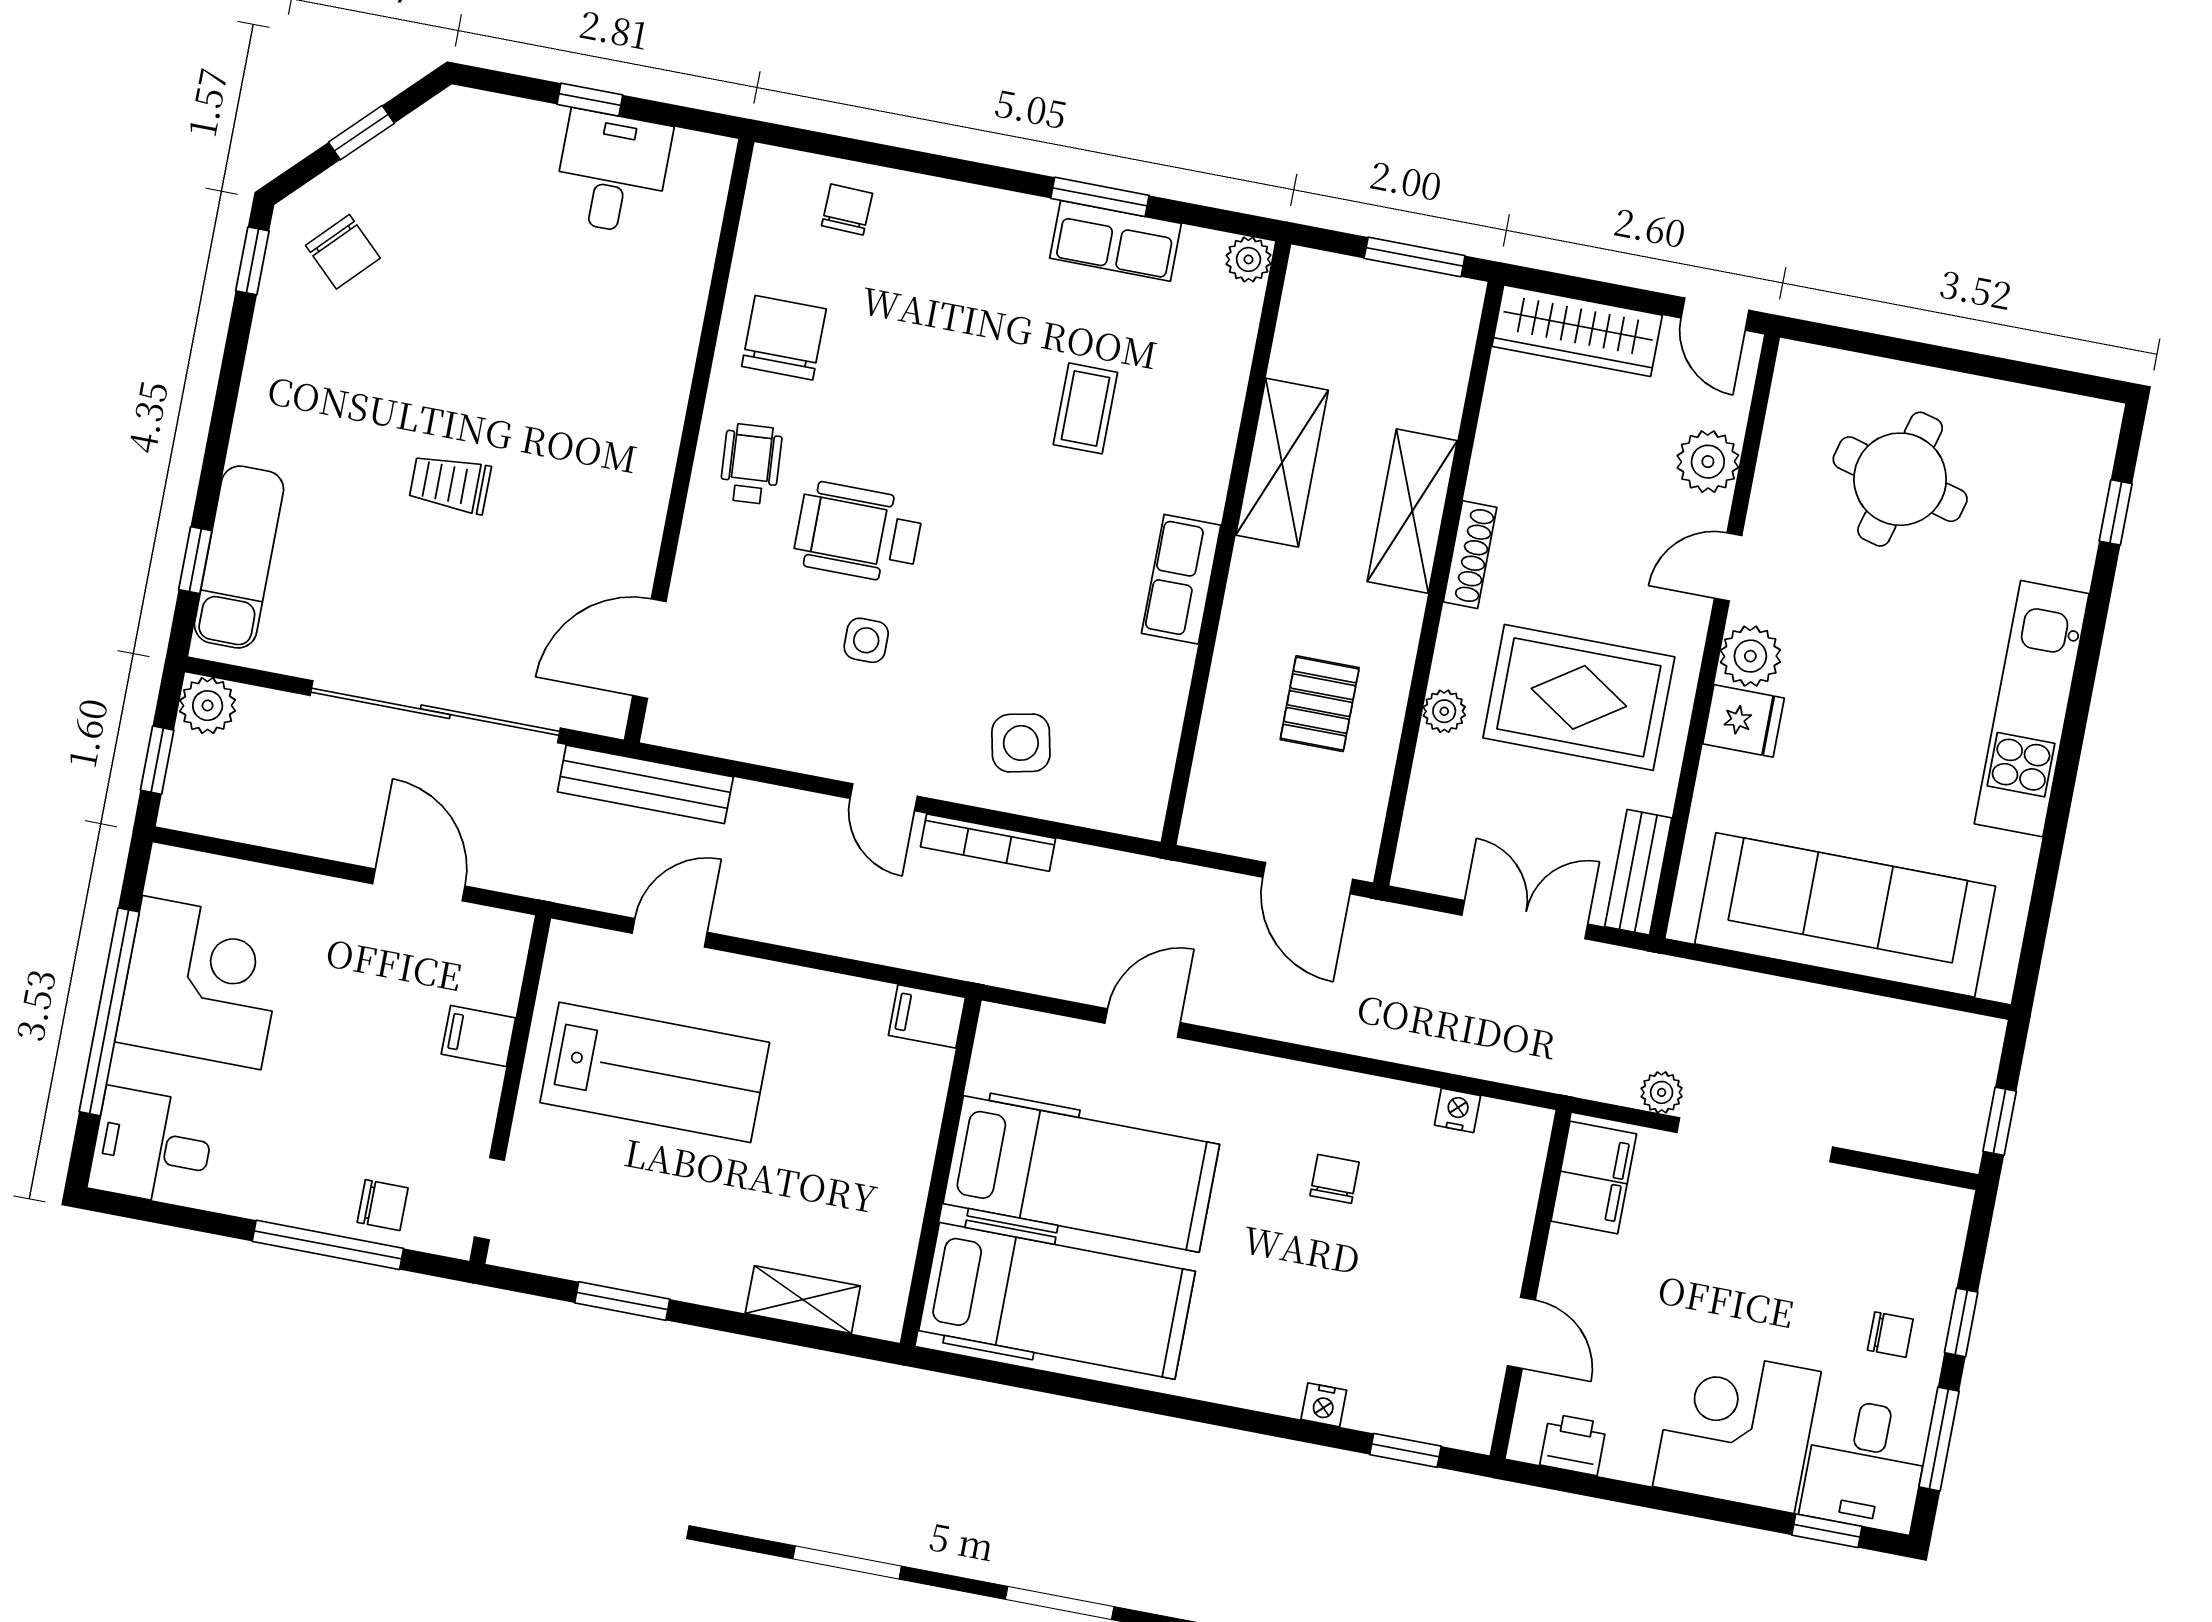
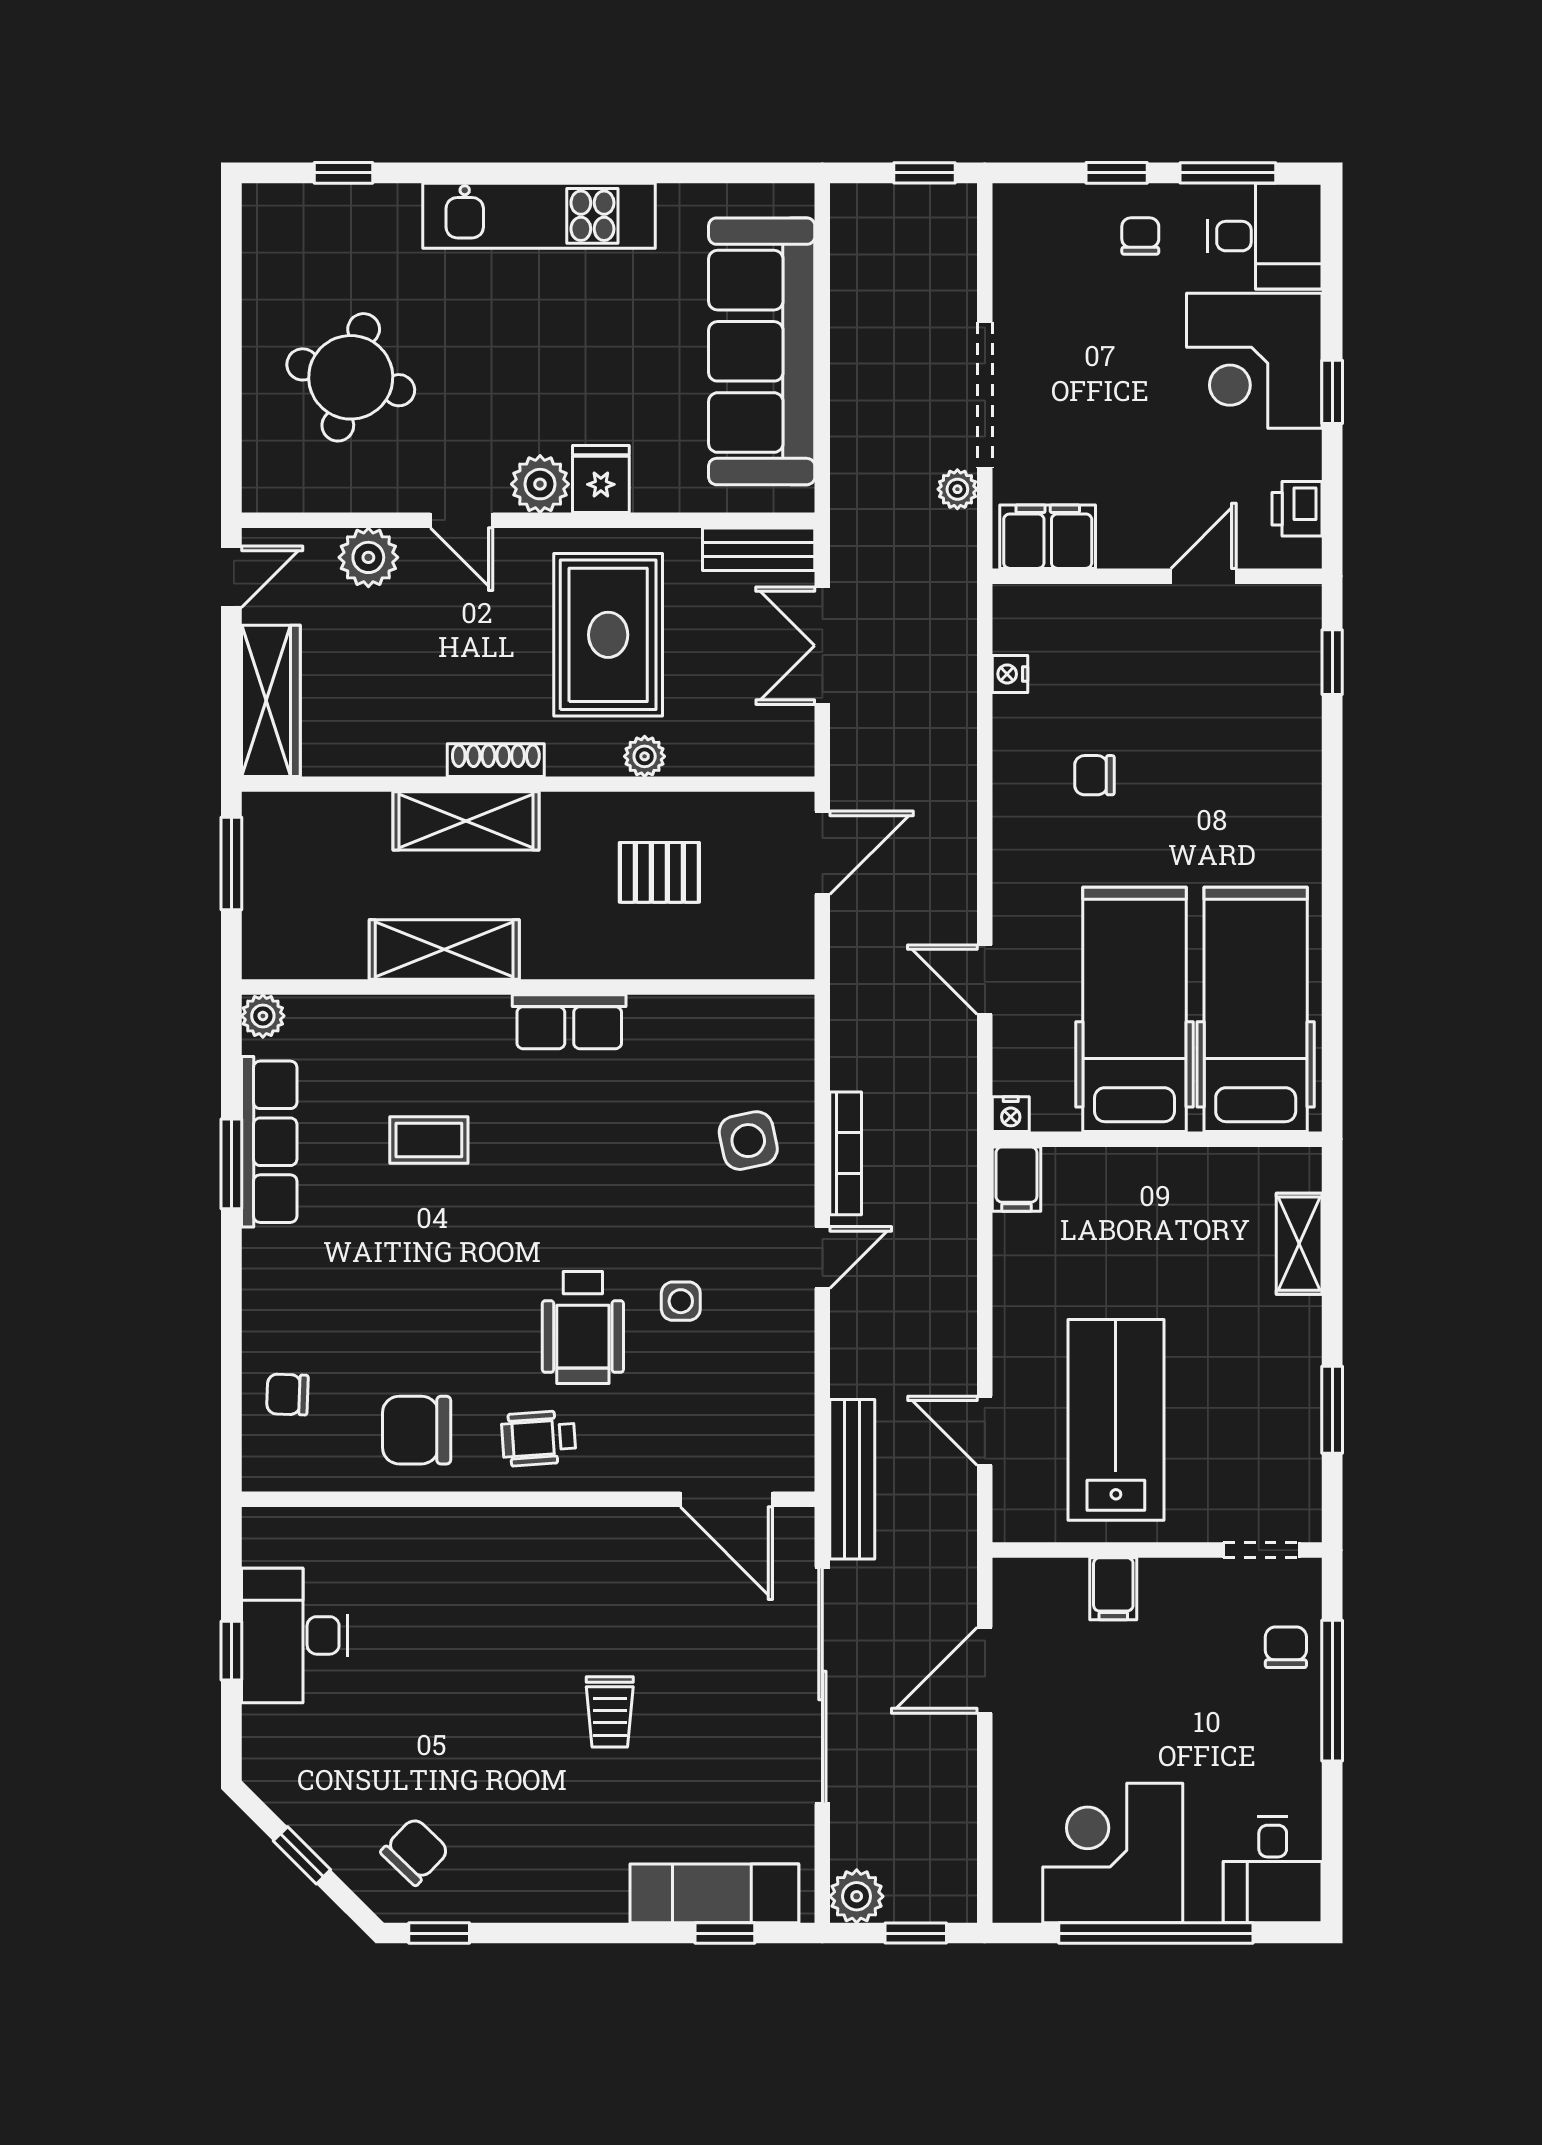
desk: (612, 172) -> (294, 1635), width x1.37
row of seats: (1116, 241) -> (269, 1142), width x1.48
nightstand: (1324, 1405) -> (1011, 1114), moved, turned 90
window: (1827, 1531) -> (1332, 392), moved

